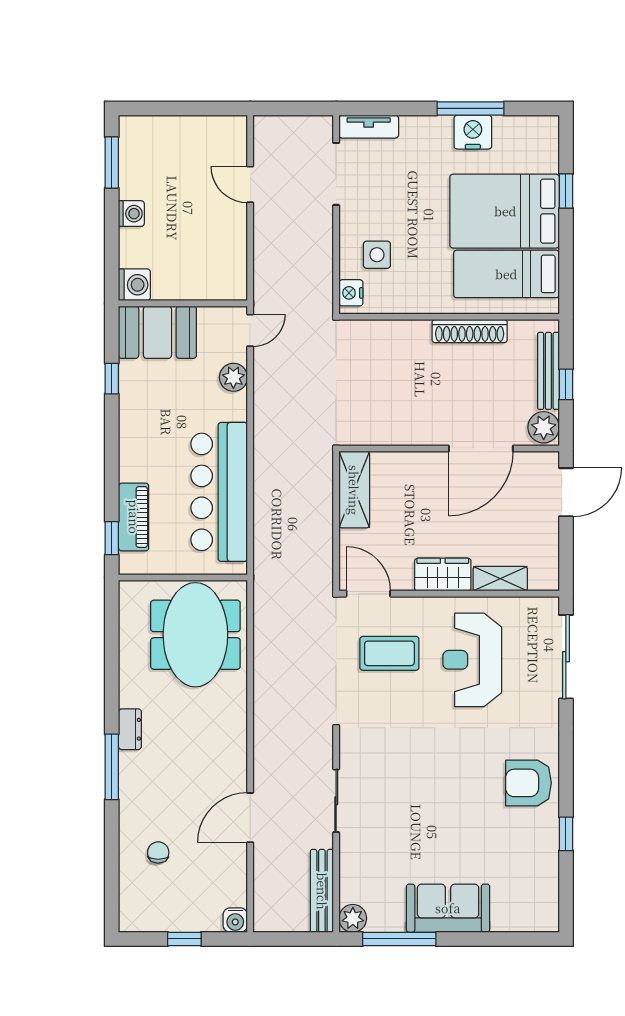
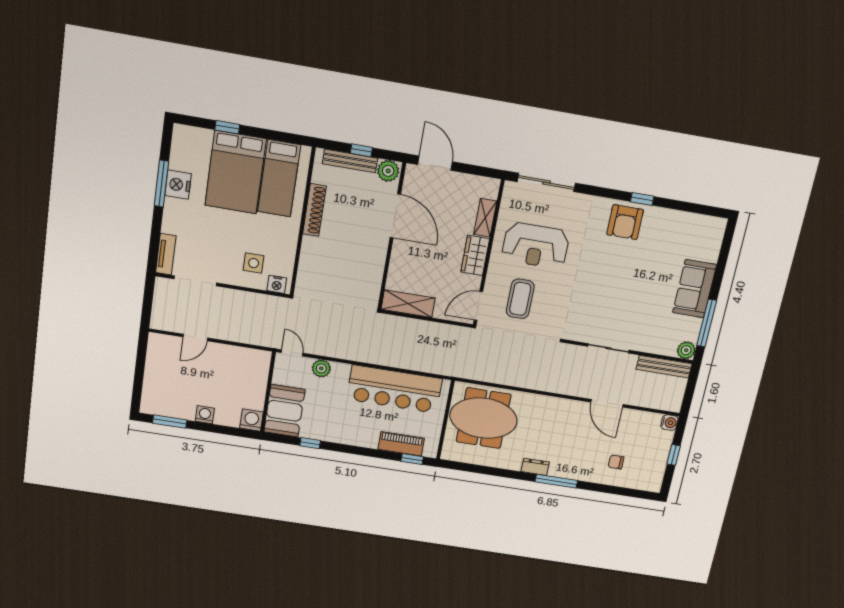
window: (566, 834) -> (642, 199), moved

